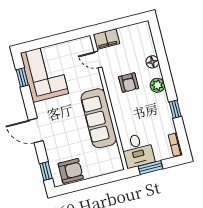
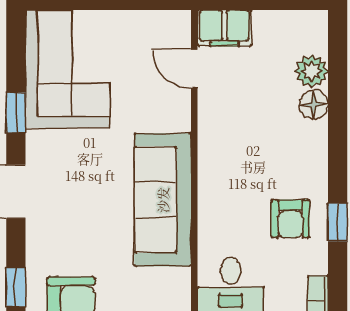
window: (22, 77) -> (16, 113), moved
armchair: (129, 83) -> (290, 219), moved
plant: (157, 85) -> (312, 71), moved

